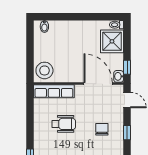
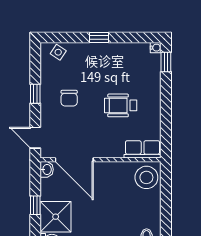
window: (127, 67) -> (35, 205), moved
row of seats: (54, 91) -> (143, 149), width x0.68

